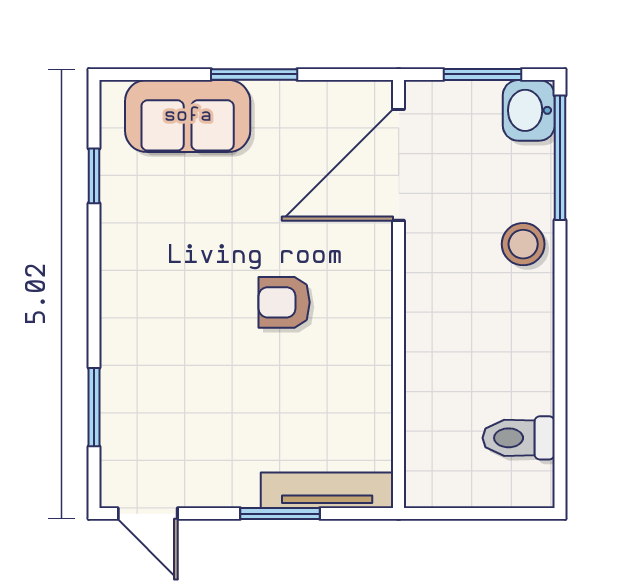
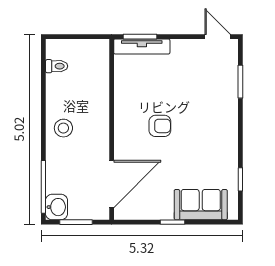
window: (254, 74) -> (173, 222), width x0.67
stool: (523, 244) -> (63, 128), moved
toilet: (519, 438) -> (57, 66), width x0.73, depth x0.72
window: (280, 514) -> (140, 37), moved

